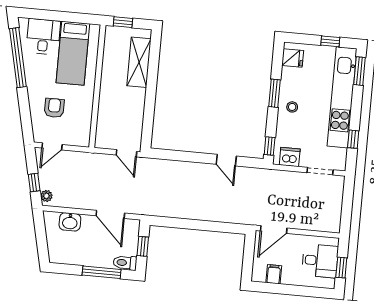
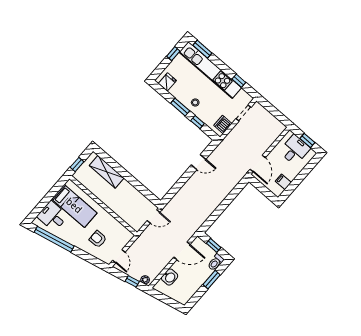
window: (270, 146) -> (198, 122), moved
window: (102, 272) -> (211, 280), width x0.69

